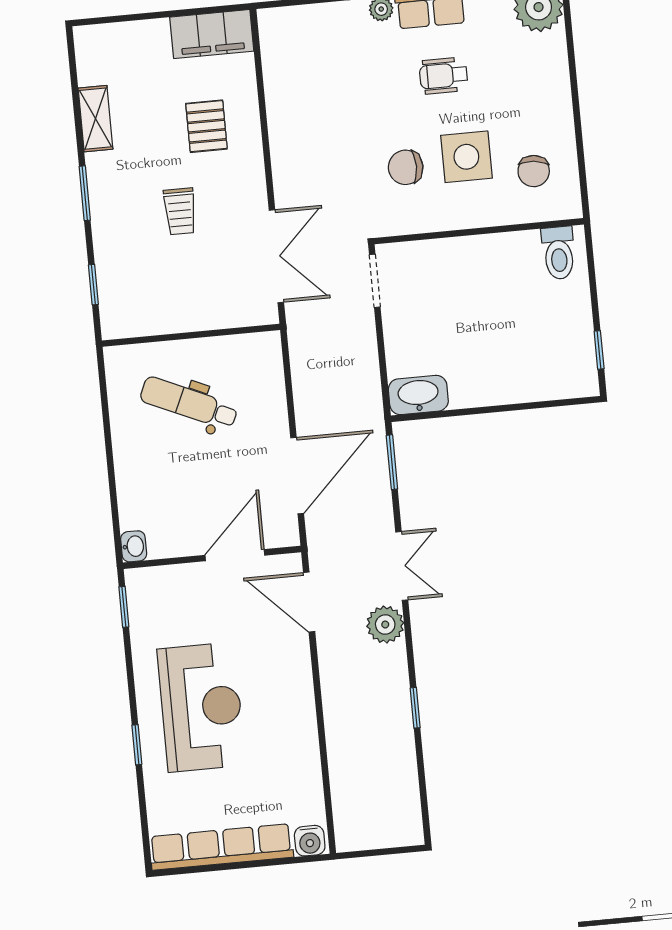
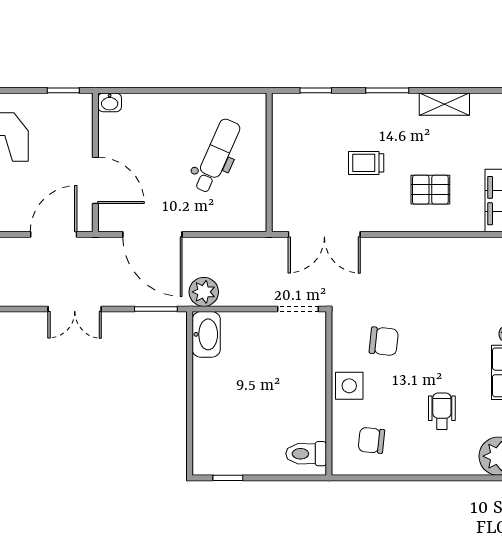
wheelchair: (443, 76) -> (442, 411), moved
side table: (466, 157) -> (349, 386), moved, width x0.73, depth x0.73
chair: (406, 167) -> (384, 341), turned 96
plant: (385, 624) -> (204, 292), moved

